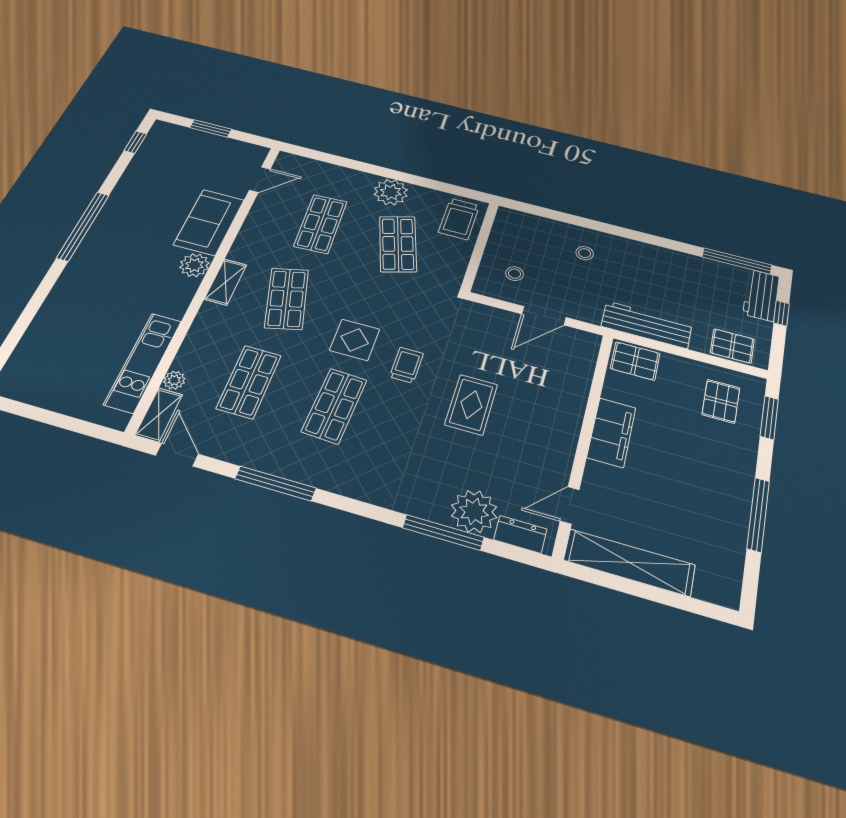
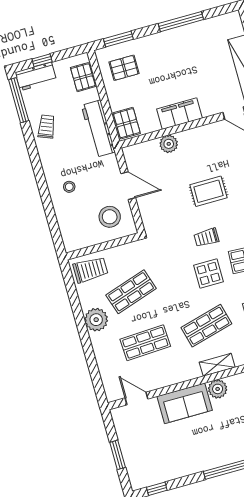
trolley: (683, 271) -> (47, 127), added
stool: (515, 274) -> (110, 217), width x1.89, depth x1.89
plant: (574, 394) -> (169, 144), added

